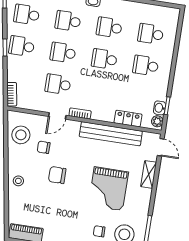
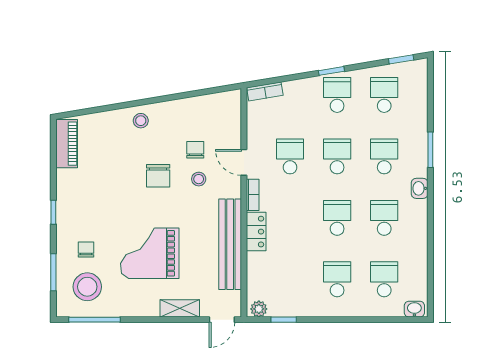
washbasin: (160, 108) -> (414, 309), moved
locker: (128, 119) -> (256, 232), moved
stool: (21, 135) -> (199, 179), moved, width x0.53, depth x0.53
chair: (57, 175) -> (158, 176), turned 180

